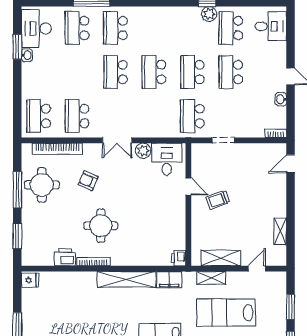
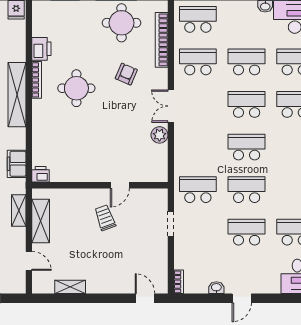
school desk: (77, 72) -> (247, 62), added
desk: (167, 159) -> (150, 161), removed
shelving: (126, 279) -> (17, 95), moved

